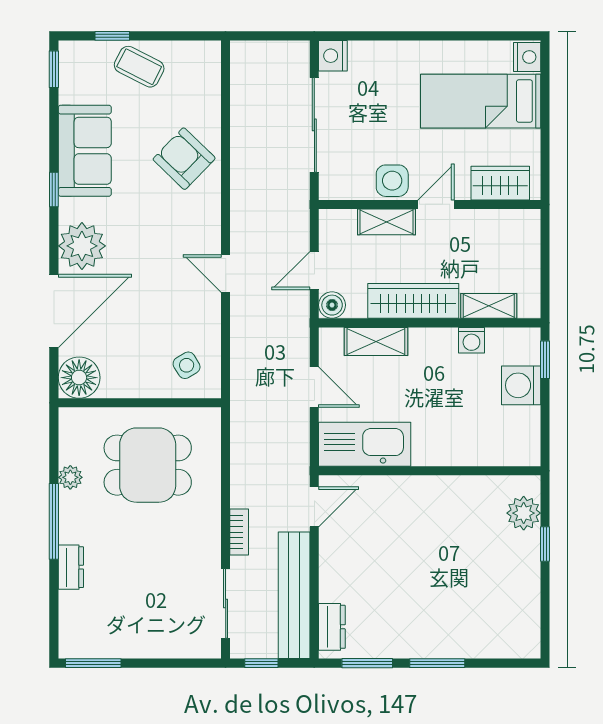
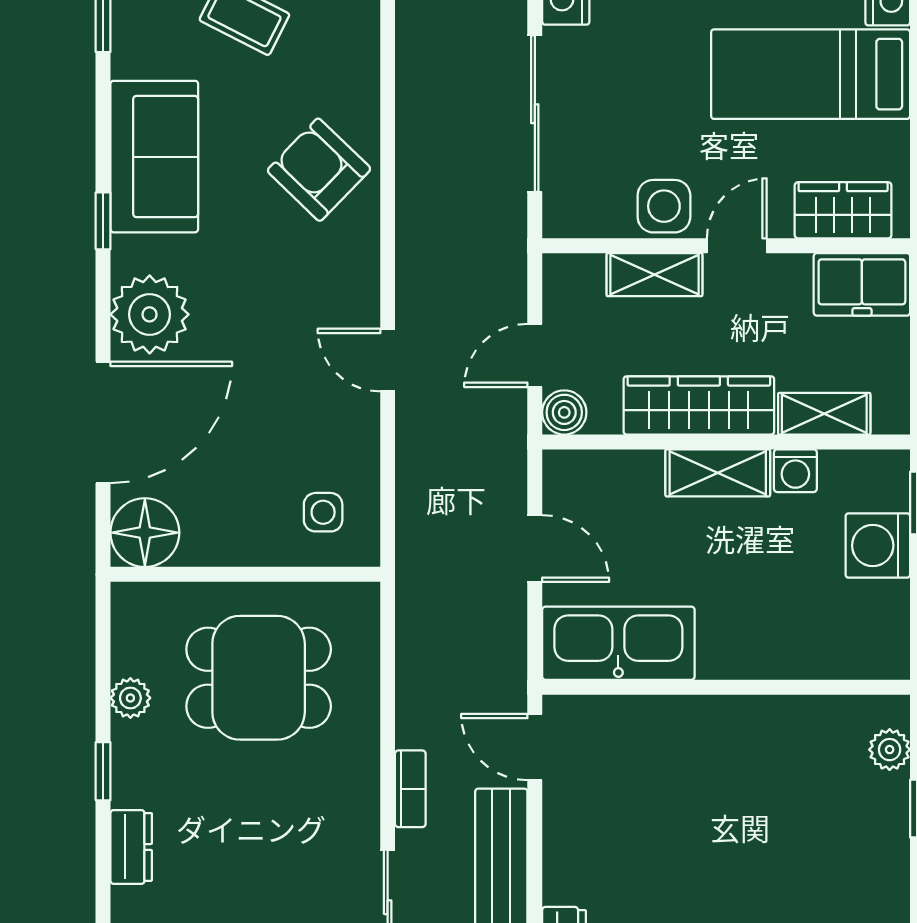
freezer: (512, 228) -> (862, 284), added
shelving: (376, 341) -> (718, 473), moved
side table: (187, 365) -> (323, 512), turned 31
door: (314, 507) -> (535, 747), swing flipped
plant: (524, 513) -> (890, 750), width x0.73, depth x0.73
window: (54, 521) -> (103, 771), width x0.46

